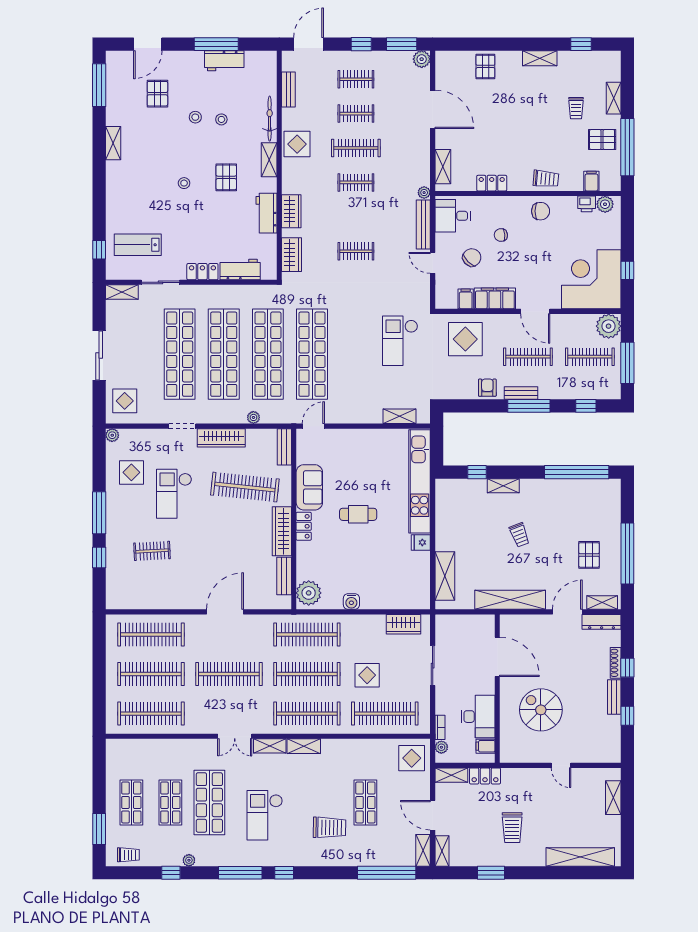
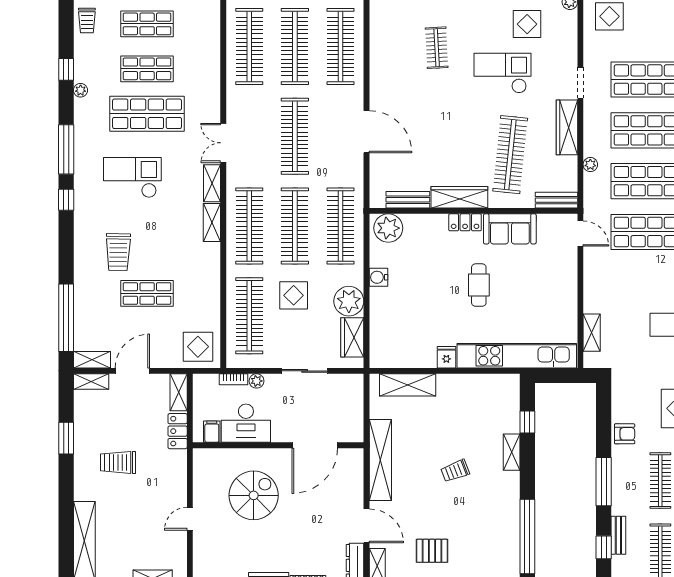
bench: (521, 393) -> (618, 535), moved
plant: (372, 627) -> (349, 301), added
plant: (441, 747) -> (257, 381), moved

